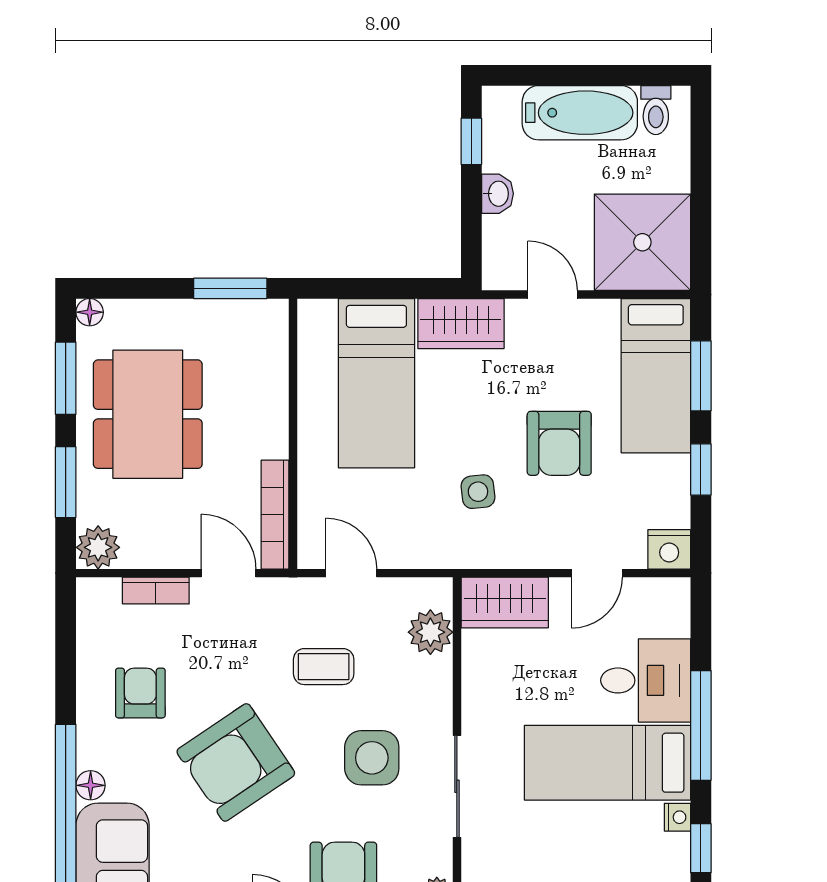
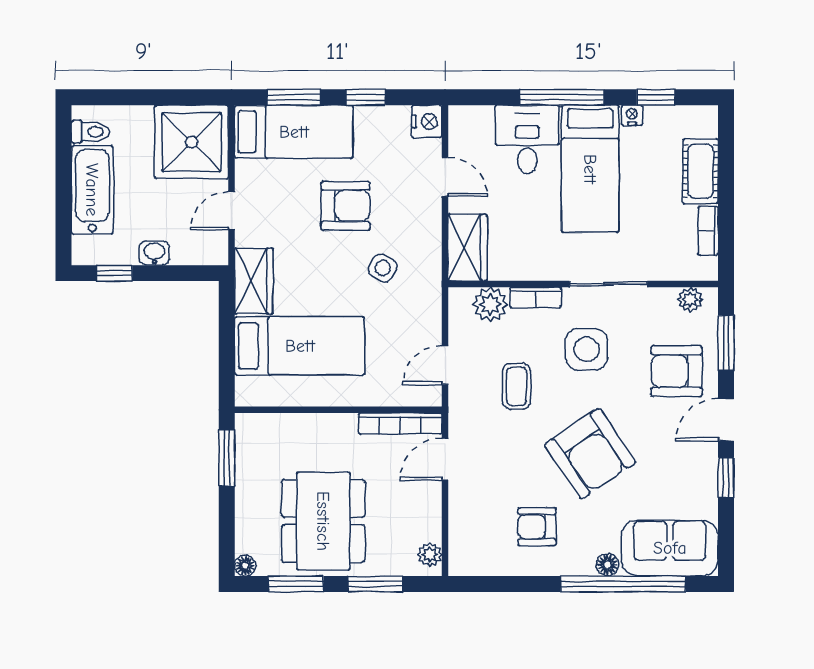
dining table: (148, 414) -> (323, 521), turned 90
side table: (478, 492) -> (383, 268), turned 33
plant: (98, 547) -> (430, 555), width x0.73, depth x0.73
bookcase: (156, 591) -> (536, 297), moved, turned 90

